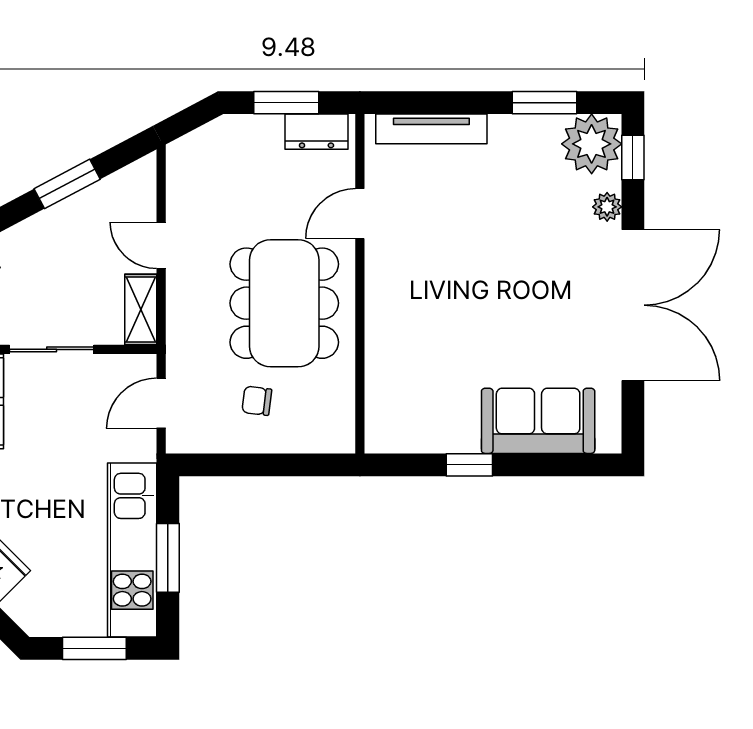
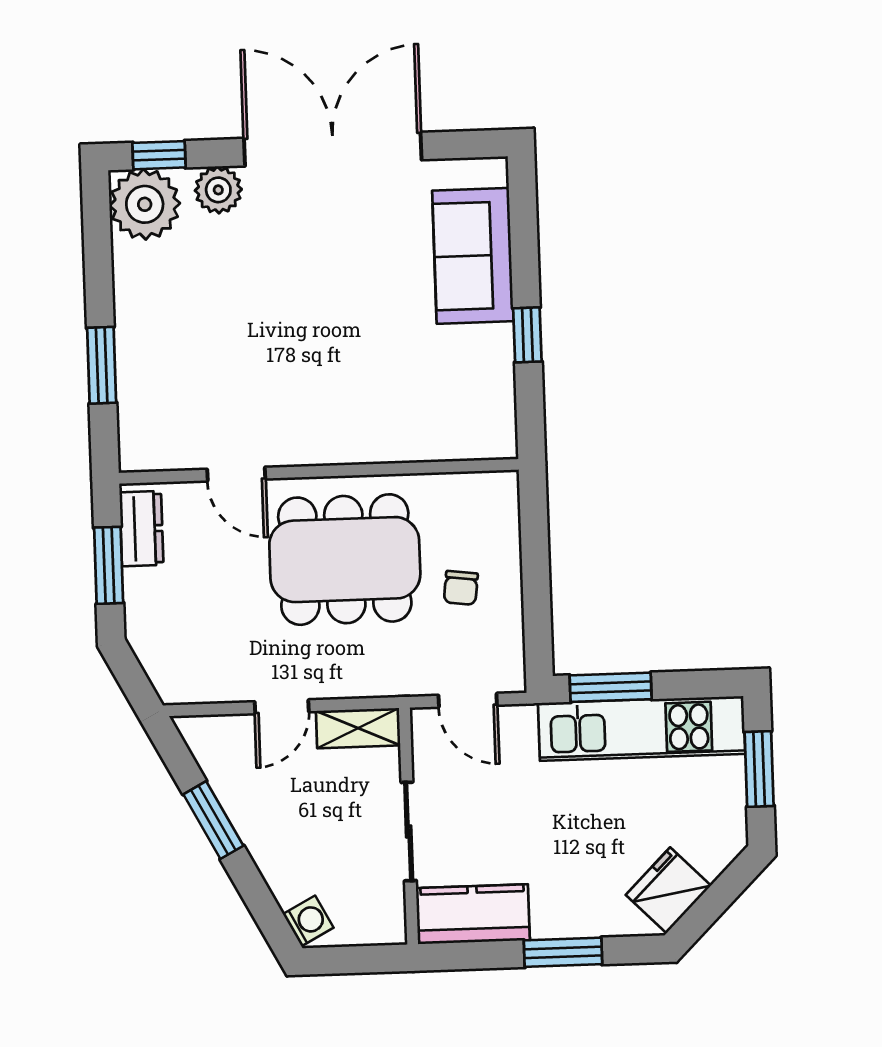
window: (544, 103) -> (102, 365), moved
tv unit: (431, 129) -> (134, 393), removed
plant: (607, 207) -> (218, 190), width x1.38, depth x1.38
window: (168, 558) -> (611, 687), moved

